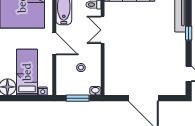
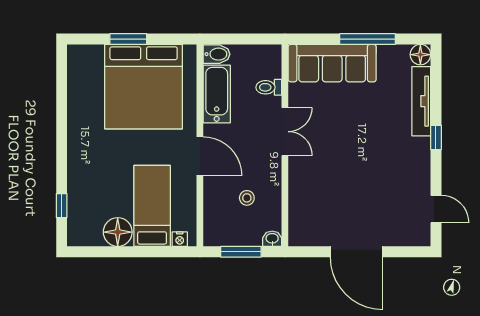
double door: (103, 30) -> (285, 132), swing flipped

